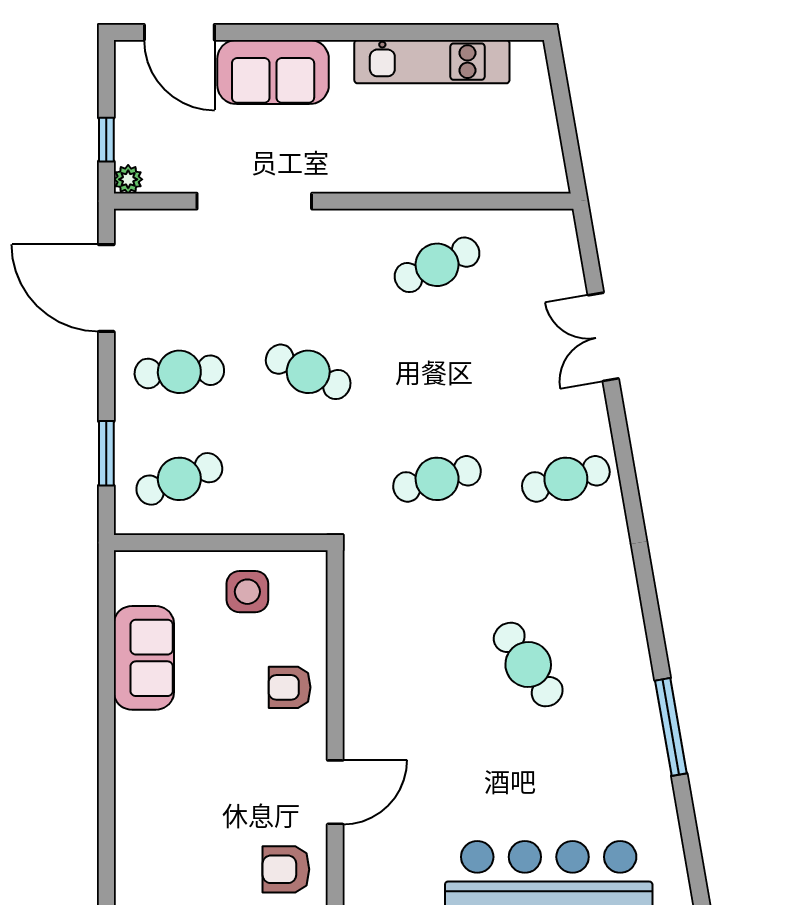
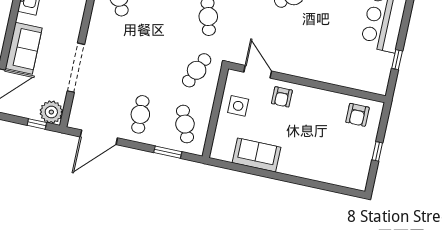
plant: (128, 179) -> (51, 112), width x1.88, depth x1.88
cafe table: (308, 372) -> (197, 70), moved
door: (335, 792) -> (258, 72), moved

